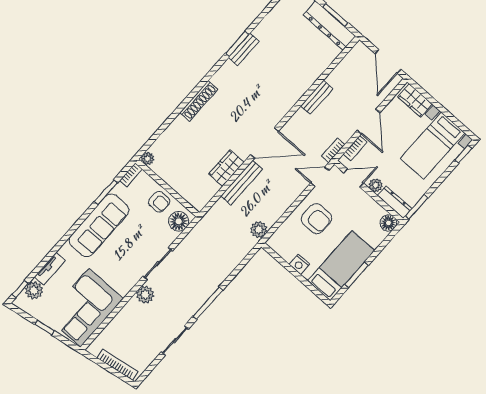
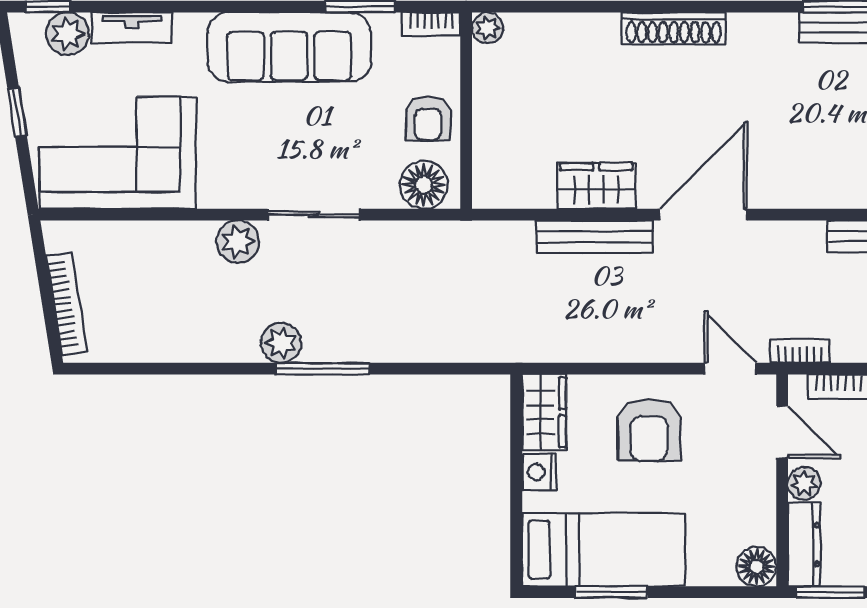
door: (265, 143) -> (703, 215), swing flipped
plant: (259, 230) -> (281, 343), moved
wardrobe: (282, 246) -> (544, 412), added
sliding door: (175, 341) -> (202, 369), removed

